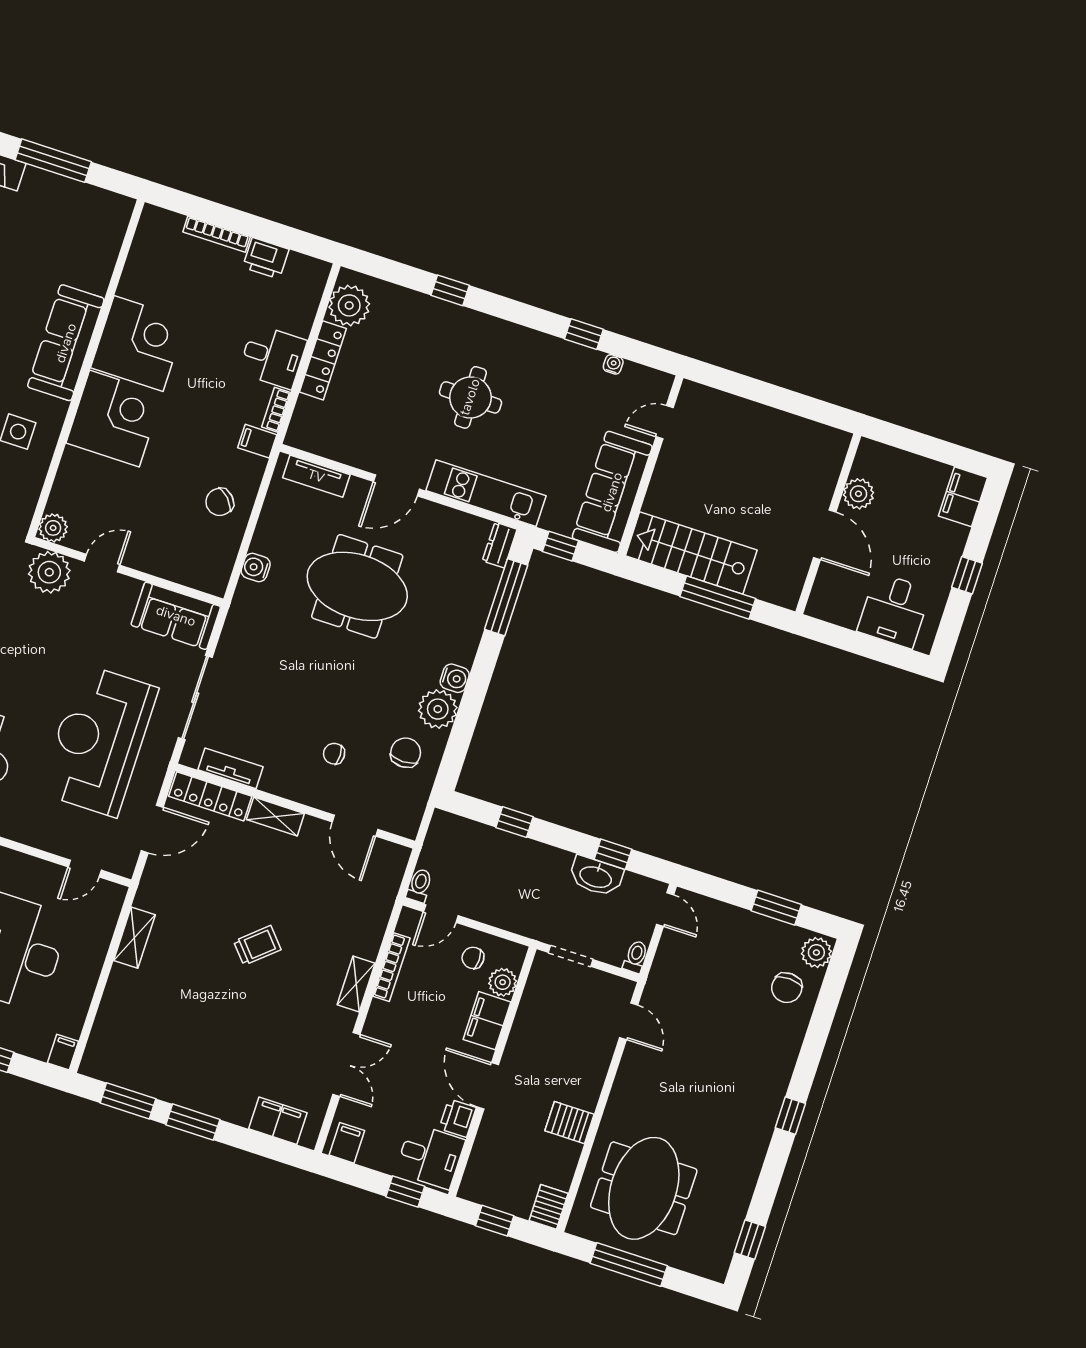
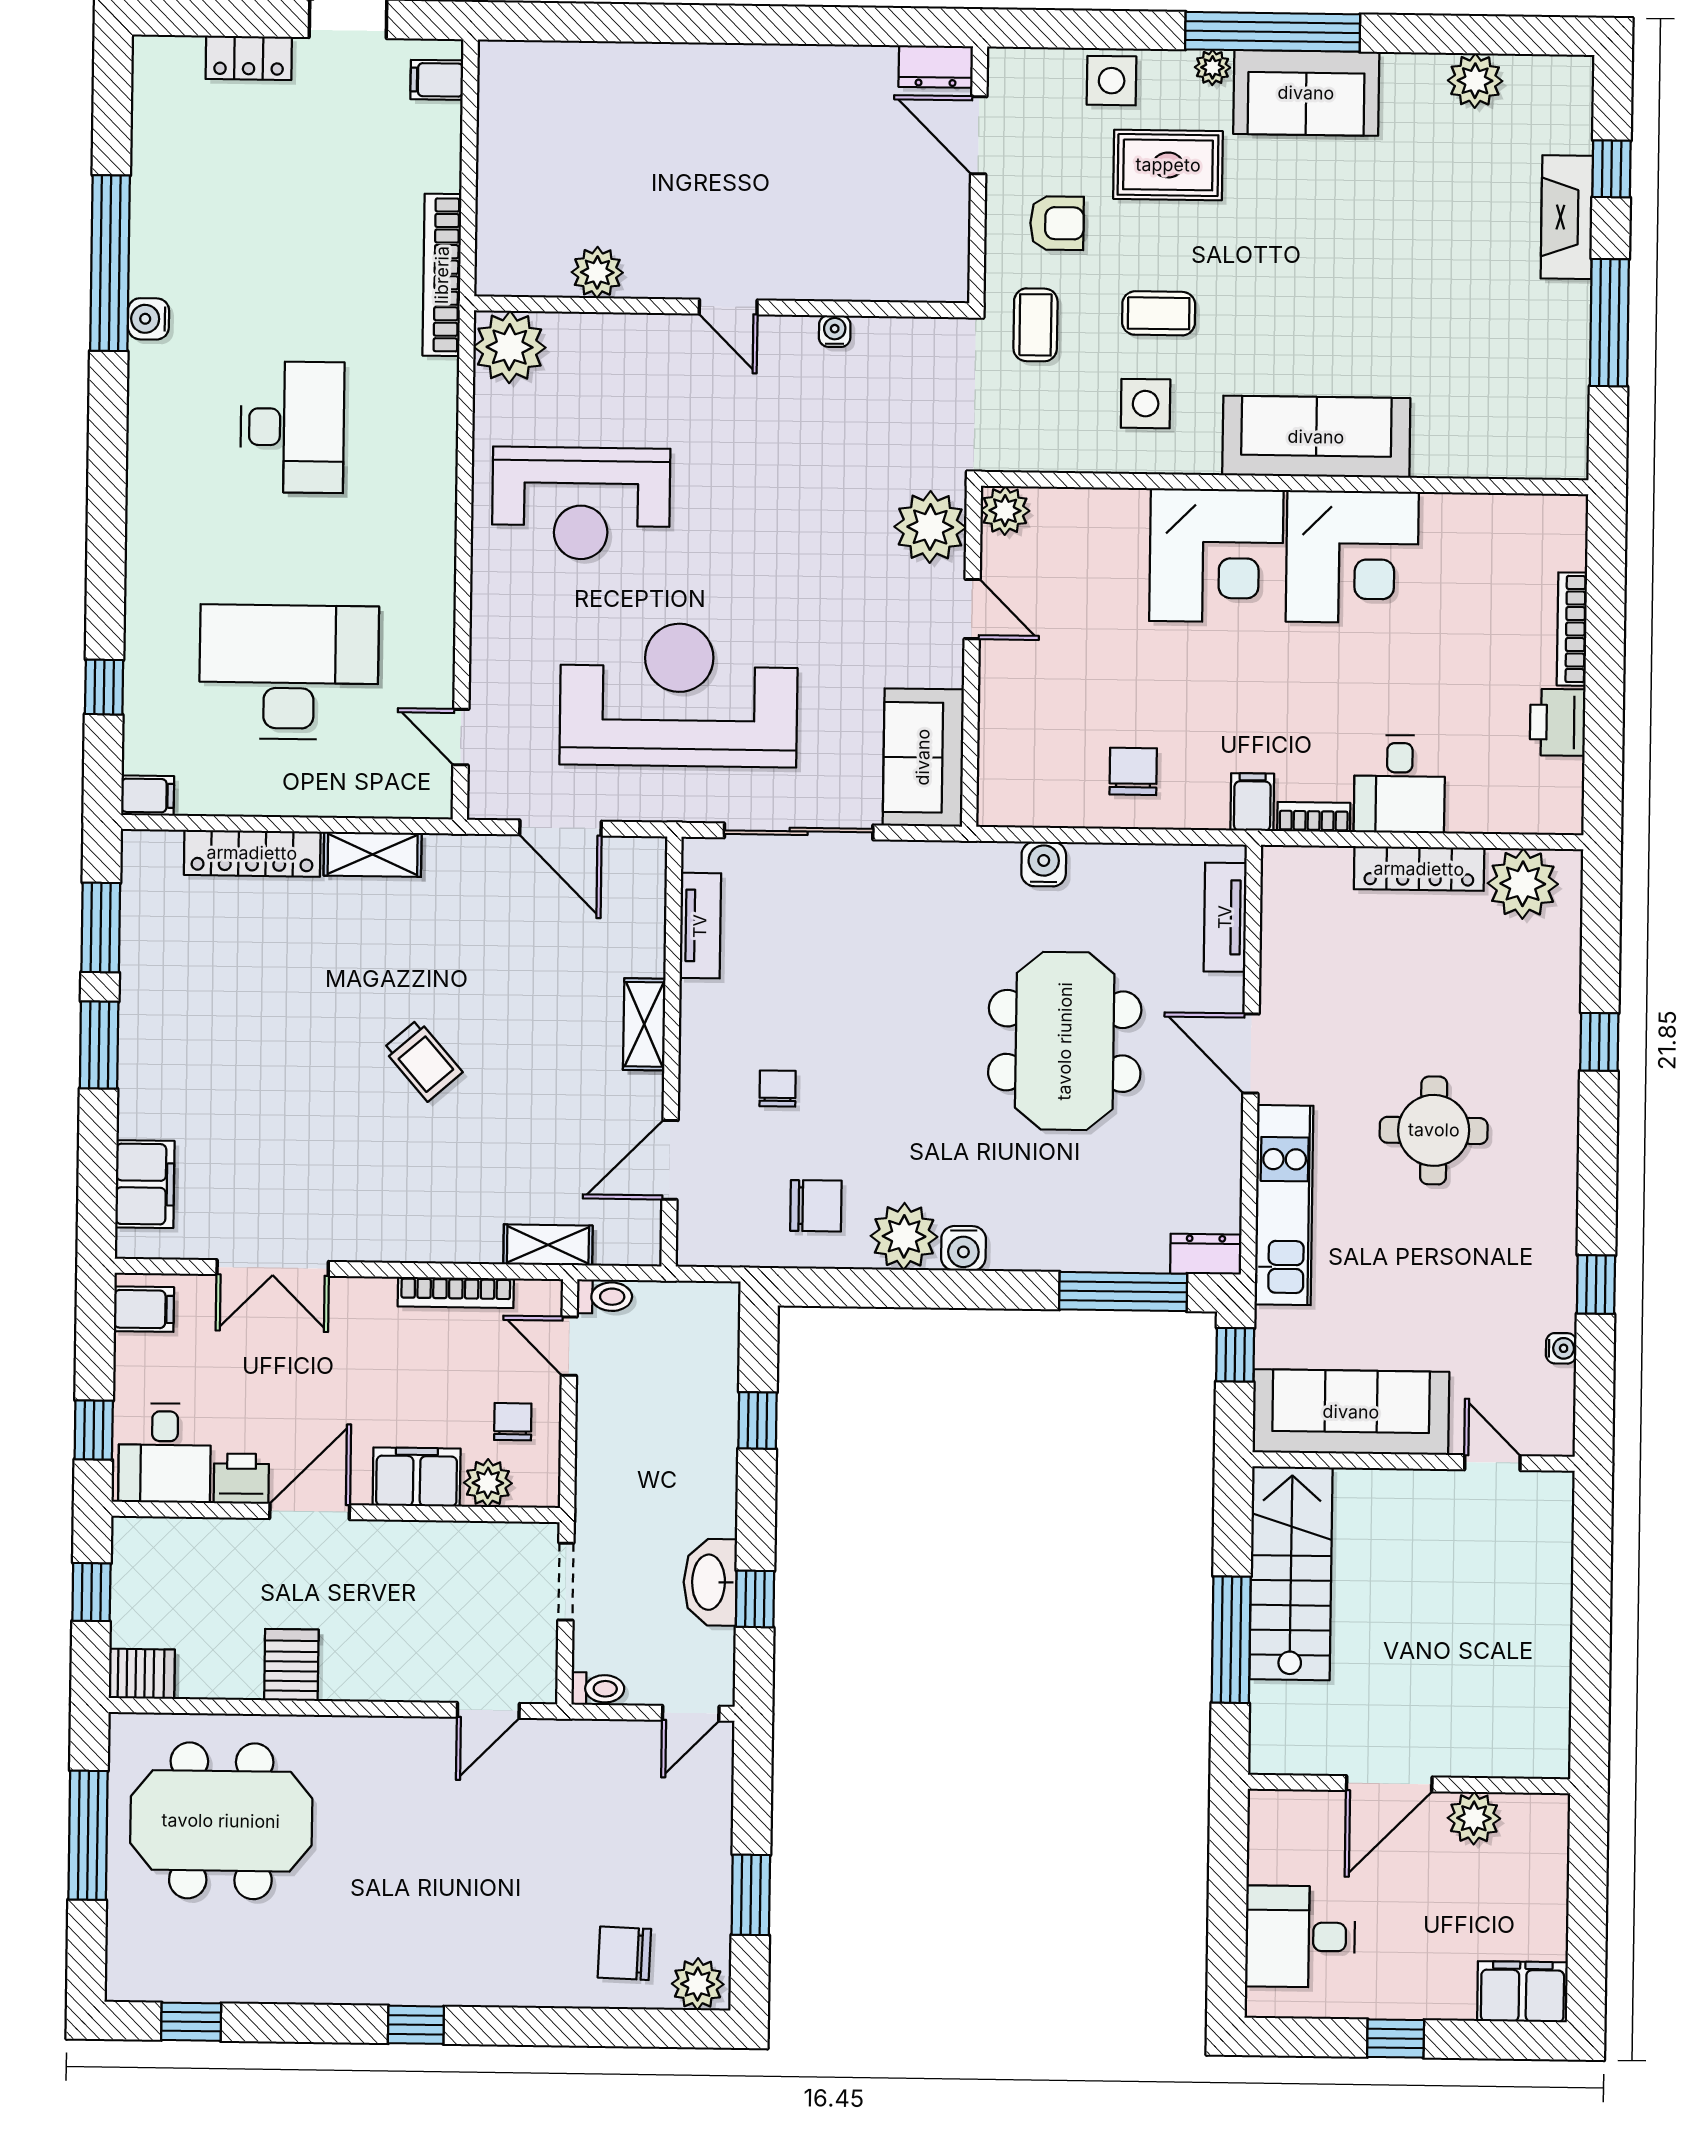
chair: (220, 502) -> (1133, 771), turned 44
locker: (210, 796) -> (252, 853), moved, turned -90
shelving: (356, 984) -> (548, 1245), moved

